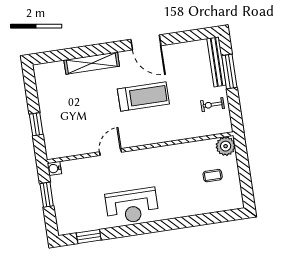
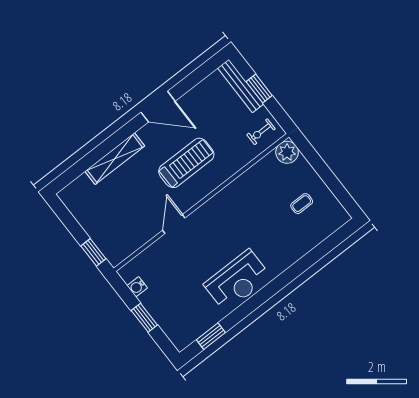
window: (229, 72) -> (259, 89), width x0.69
plant: (226, 146) -> (287, 152), moved
wall: (140, 148) -> (201, 203), moved
door: (110, 152) -> (174, 224), moved

